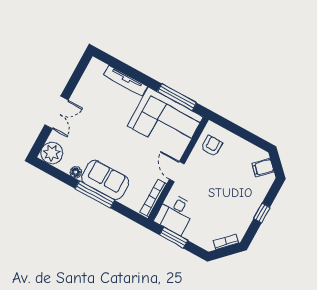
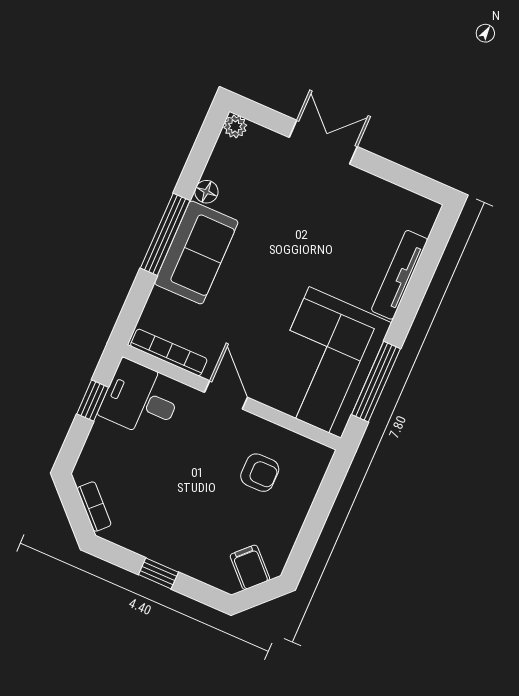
double door: (56, 112) -> (323, 142), swing flipped
armchair: (212, 146) -> (260, 473), moved
plant: (52, 153) -> (235, 126), width x0.53, depth x0.53
door: (177, 172) -> (226, 395), hinge flipped
window: (174, 238) -> (93, 401), width x0.67

